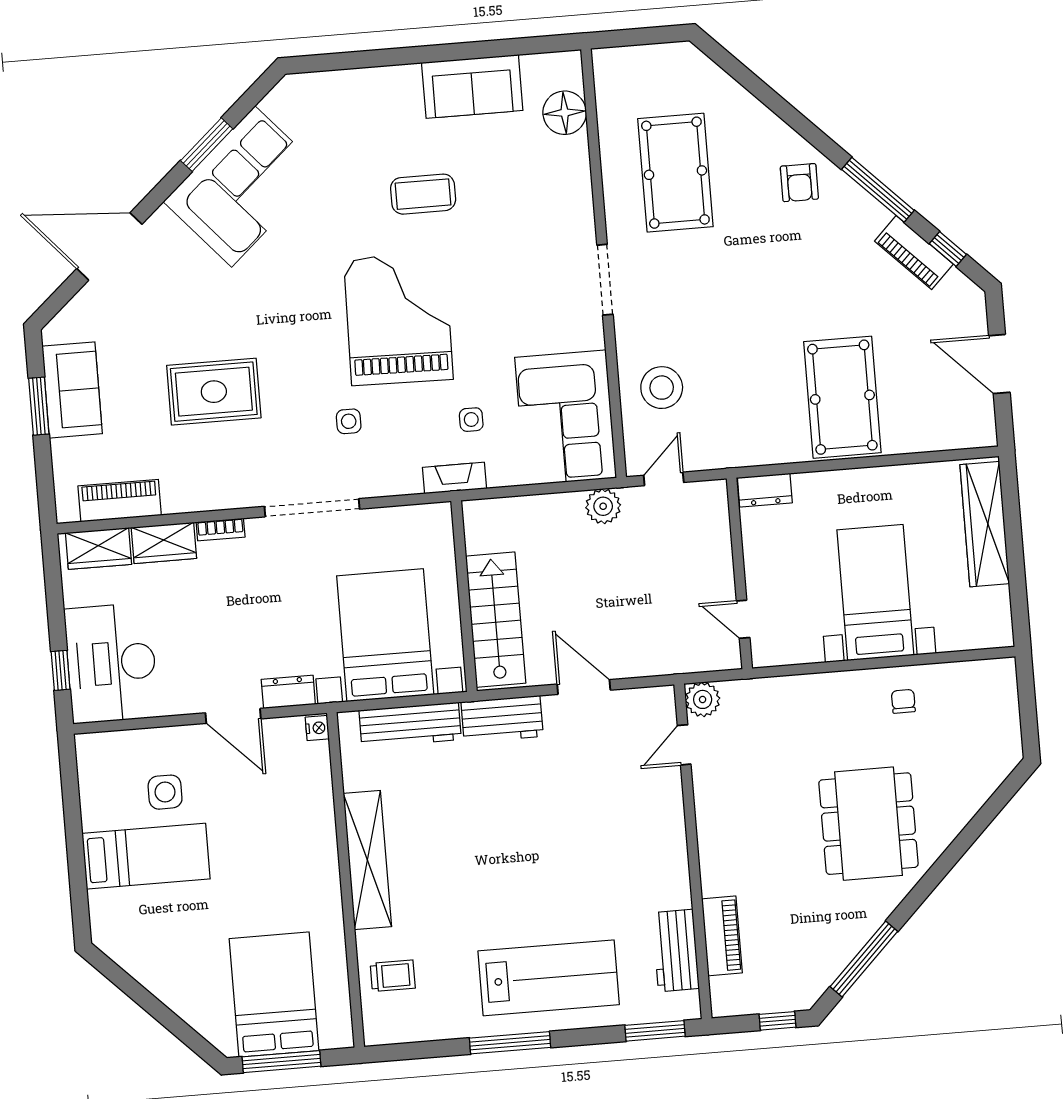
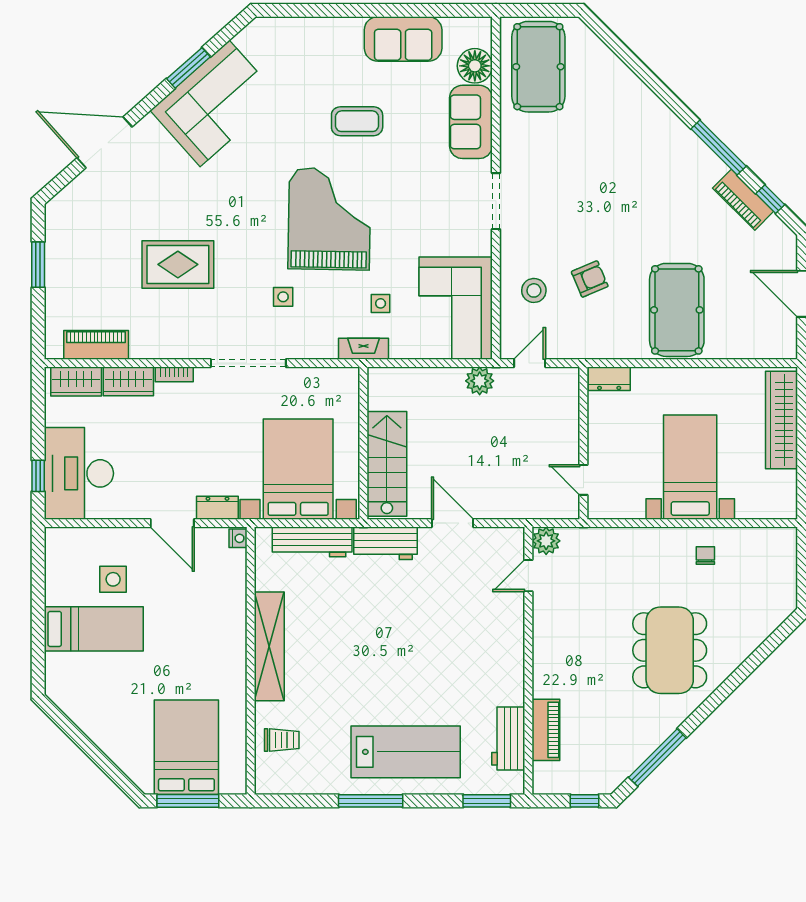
pool table: (675, 173) -> (538, 67), moved
armchair: (799, 183) -> (590, 279), moved, turned -113
stool: (662, 388) -> (534, 290), width x0.73, depth x0.73
sofa: (72, 390) -> (471, 122), moved, turned 180

